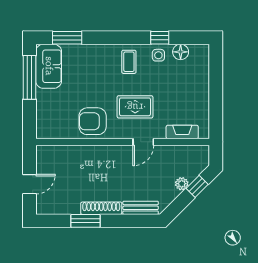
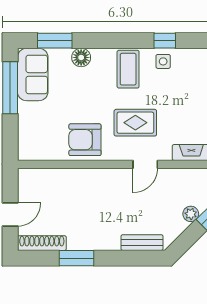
floor lamp: (181, 52) -> (81, 57), moved
coffee table: (129, 62) -> (128, 69), width x1.36, depth x1.30
shoe rack: (101, 208) -> (42, 243), moved

